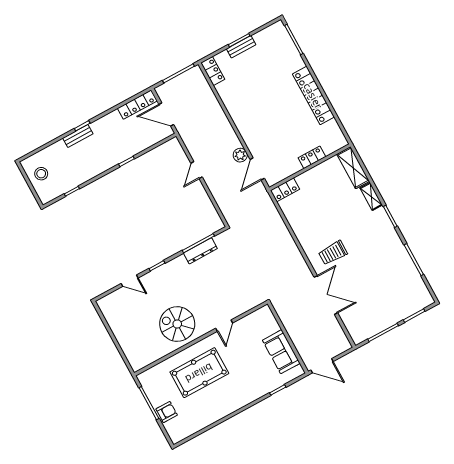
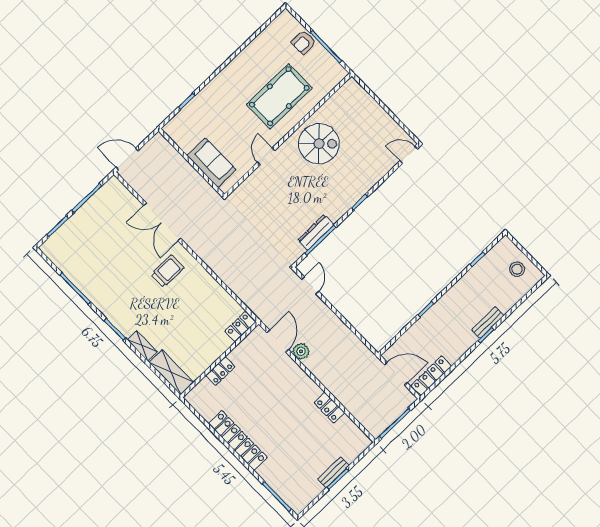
locker: (213, 71) -> (329, 408), moved
door: (196, 170) -> (310, 285), moved
door: (130, 281) -> (409, 155), moved
sofa: (281, 352) -> (212, 163), moved
door: (322, 366) -> (127, 159), moved

